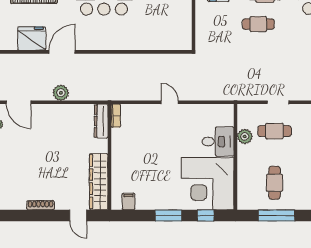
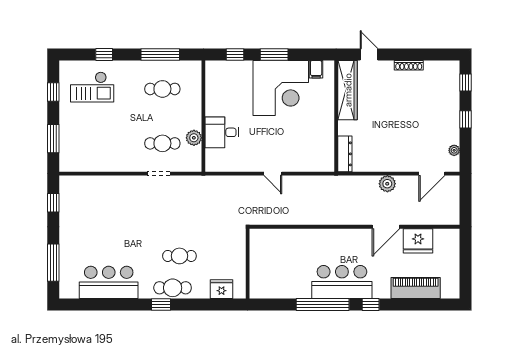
door: (19, 102) -> (432, 174), swing flipped
bookcase: (116, 116) -> (329, 160), removed
cafe table: (274, 183) -> (162, 89), turned 90
corner desk: (208, 184) -> (281, 88), moved, turned 90

